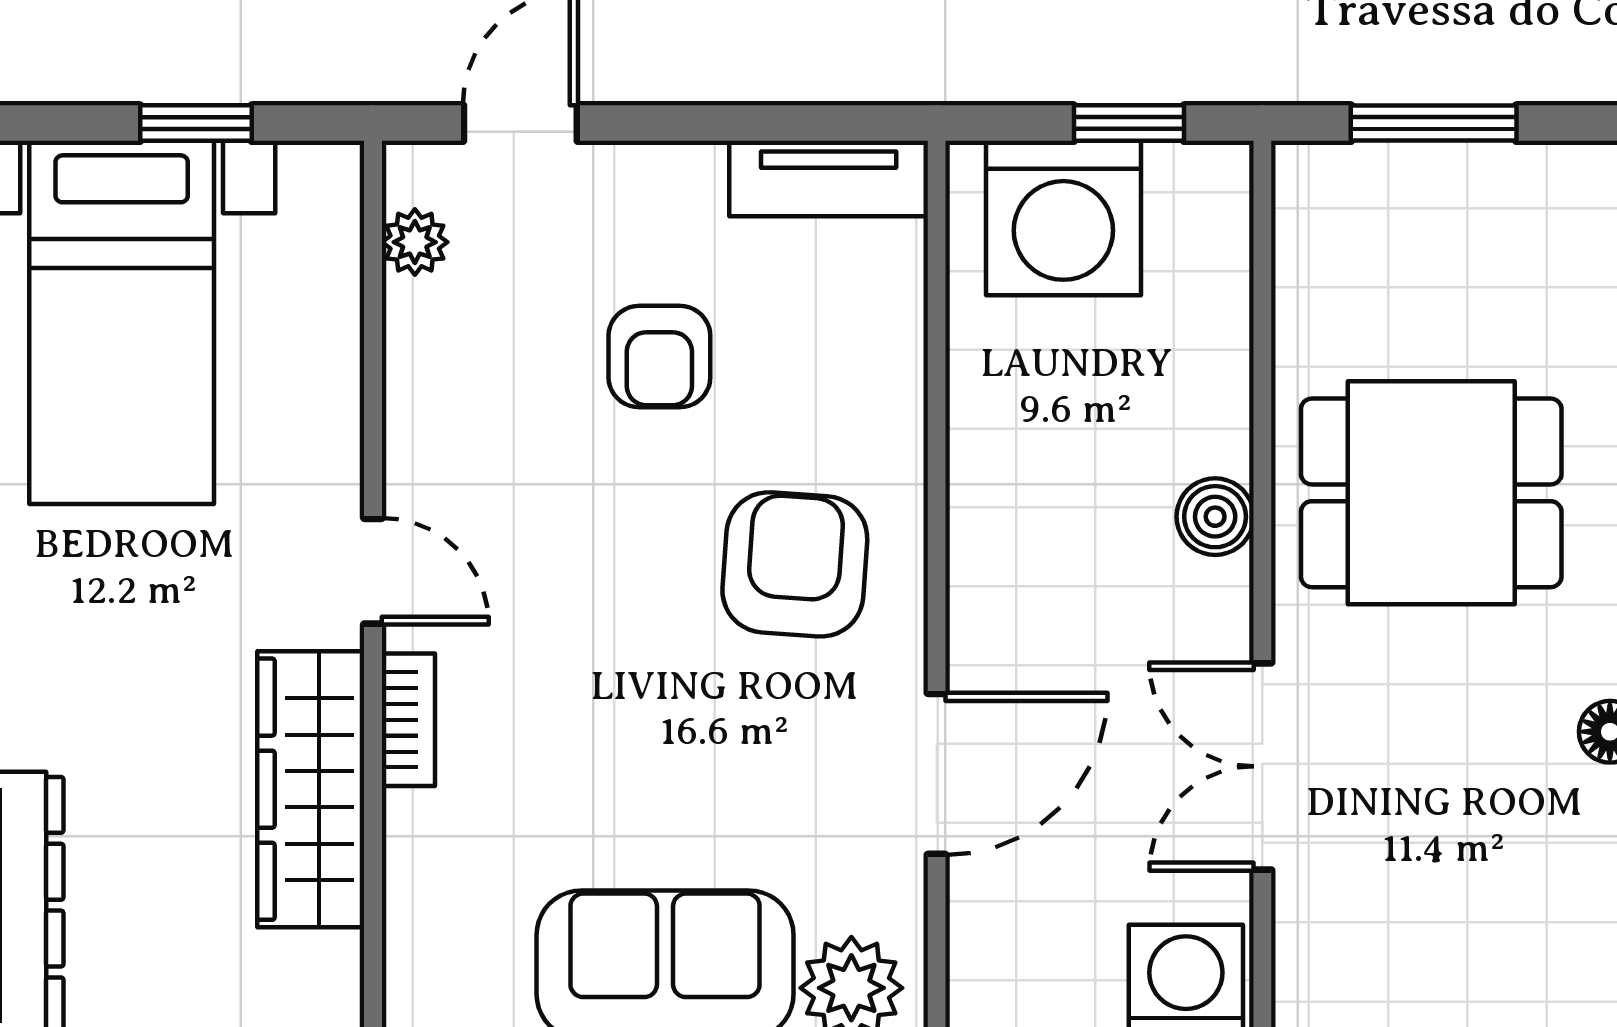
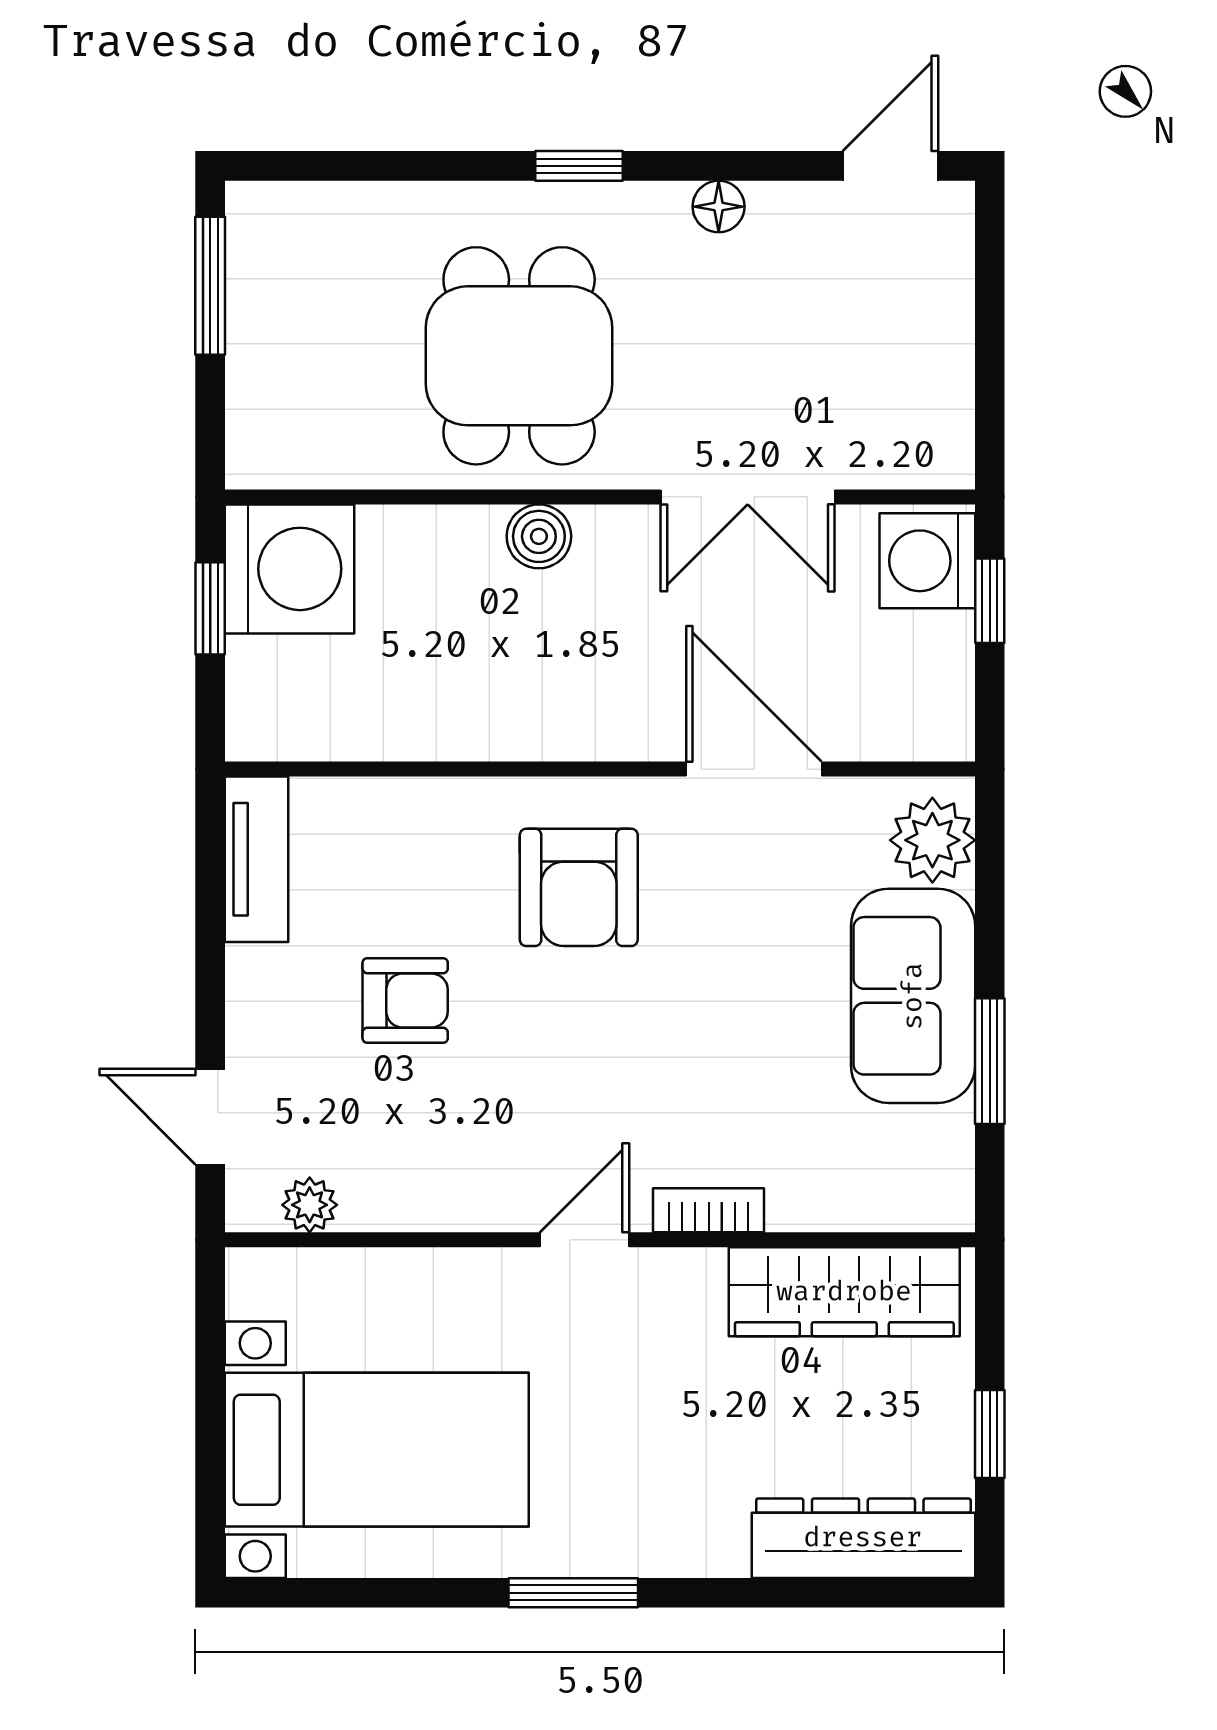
window: (196, 123) -> (210, 1388), removed
window: (1434, 123) -> (210, 286), moved
washing machine: (1063, 218) -> (290, 569), moved
armchair: (795, 564) -> (579, 887), turned -94
wardrobe: (311, 789) -> (844, 1292), moved

